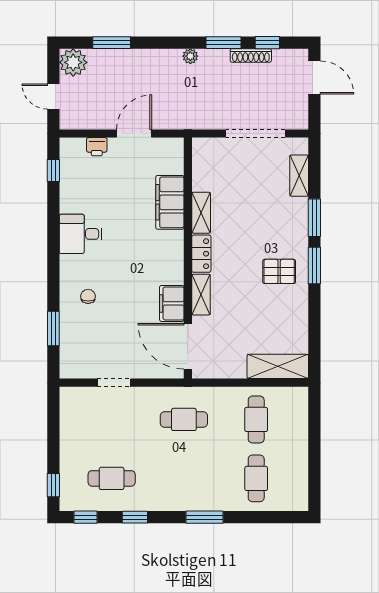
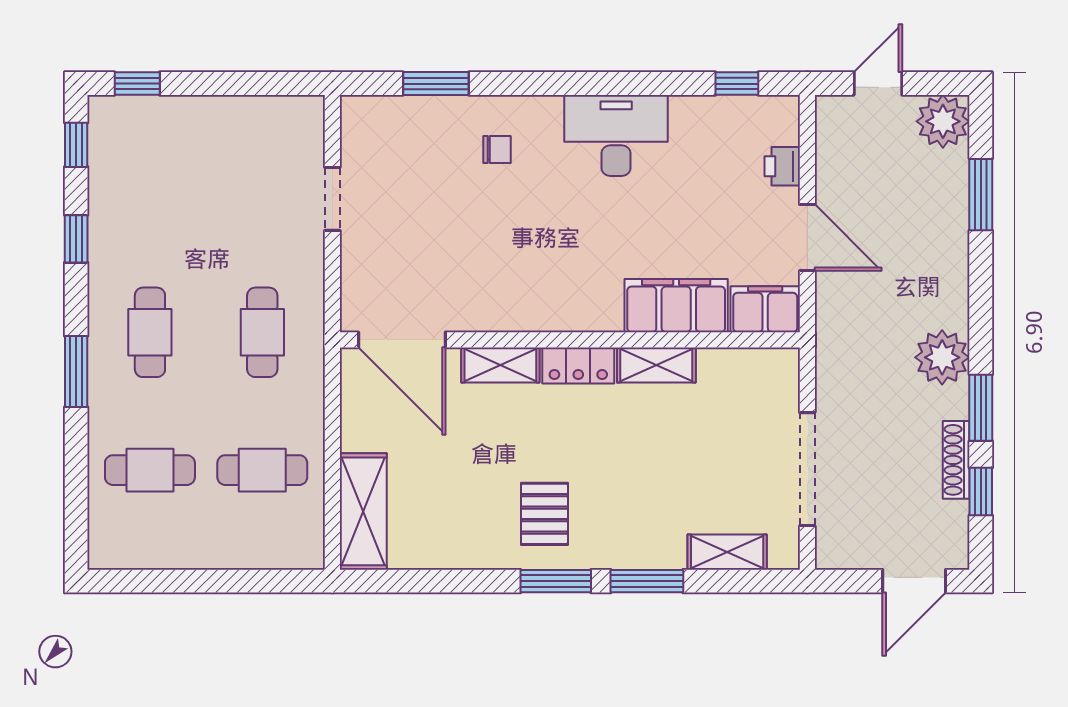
plant: (190, 56) -> (942, 357), width x1.87, depth x1.87
desk: (81, 234) -> (616, 135), width x1.37
filing cabinet: (172, 303) -> (765, 309), moved
door: (188, 346) -> (402, 340), swing flipped
cafe table: (112, 478) -> (150, 332), moved

